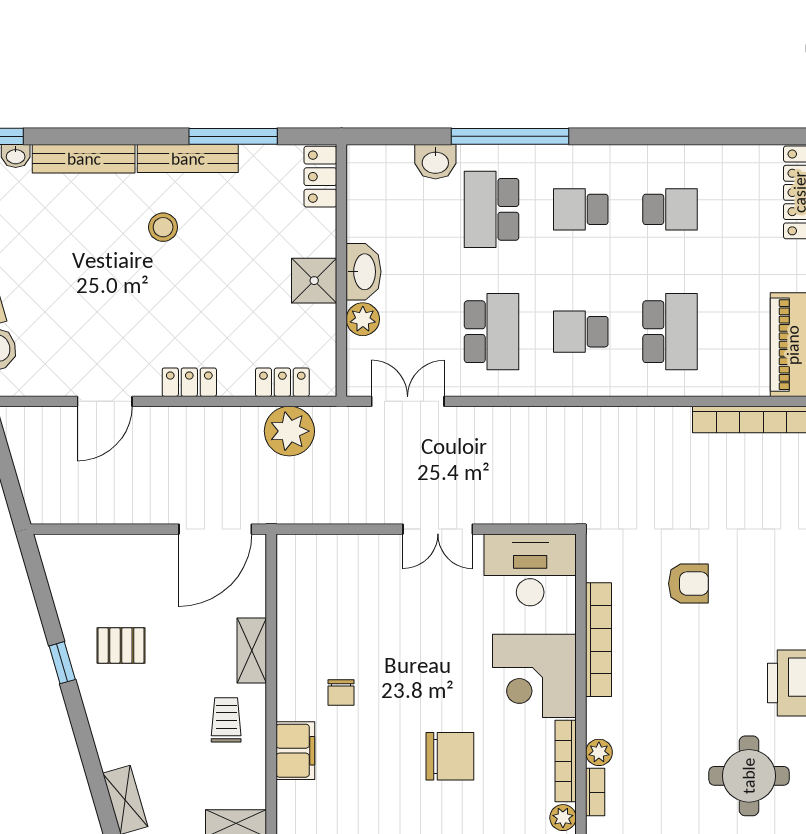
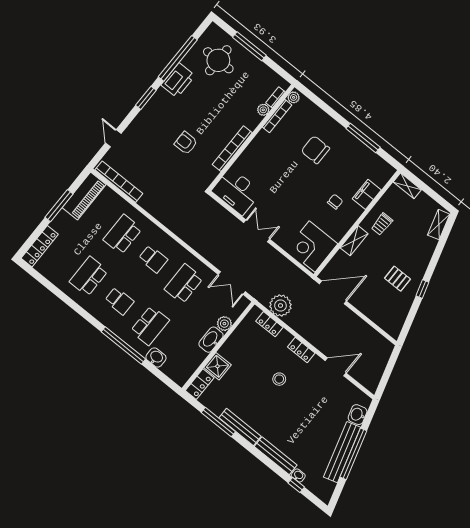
school desk: (670, 209) -> (89, 276), width x1.85
stool: (163, 227) -> (279, 379), moved
shower: (314, 281) -> (217, 366), moved
corner desk: (534, 676) -> (312, 246), moved, turned 180

